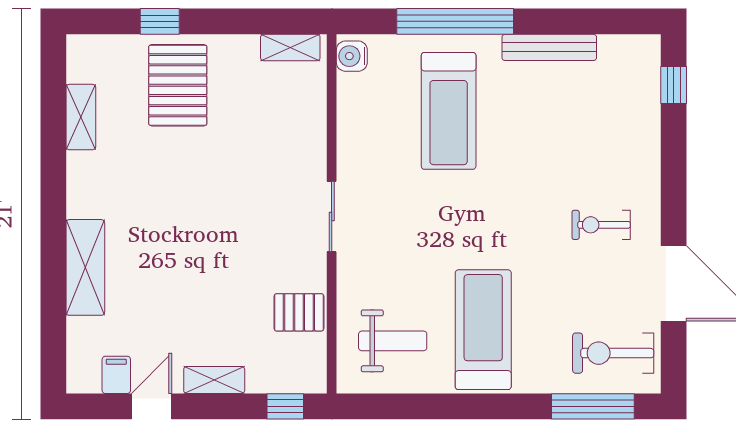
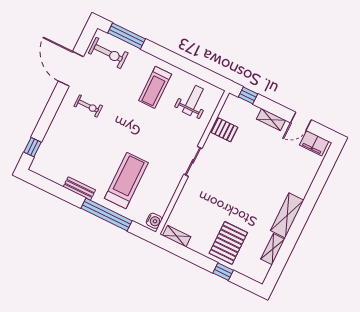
bench: (549, 47) -> (79, 188), width x0.73
shelving: (85, 267) -> (287, 215), moved
treadmill: (483, 330) -> (155, 87), width x0.73, depth x0.73
weight bench: (393, 341) -> (193, 100), turned 90
filing cabinet: (116, 375) -> (314, 143), width x2.00

